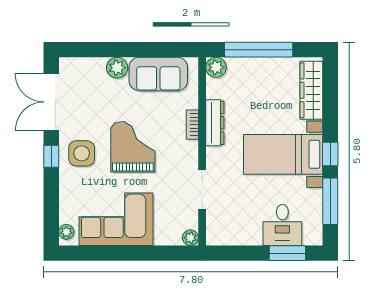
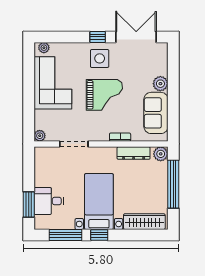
dresser: (215, 123) -> (134, 153), moved

